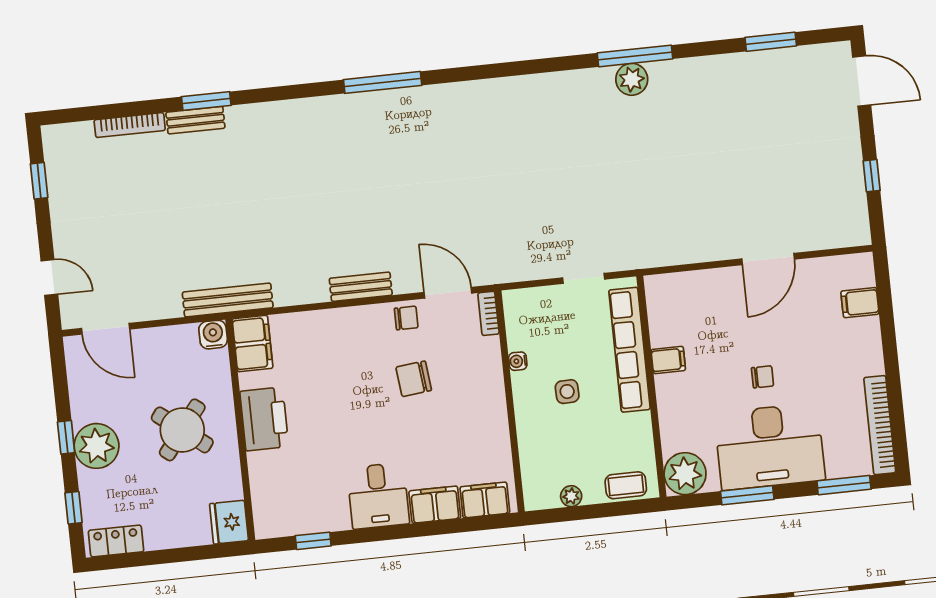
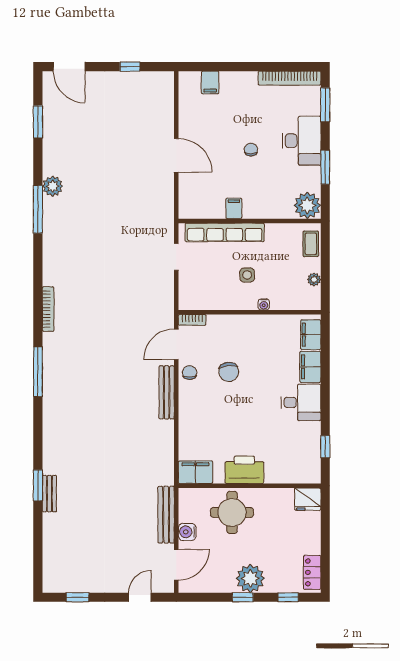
plant: (632, 79) -> (53, 186), moved
door: (862, 81) -> (69, 67), swing flipped
bookcase: (130, 125) -> (48, 309), moved
door: (768, 259) -> (176, 155), moved
bench: (361, 287) -> (167, 392), width x1.36
bench: (228, 300) -> (166, 515), moved
water cooler: (213, 335) -> (187, 532), moved
water cooler: (518, 361) -> (264, 304), moved
round table: (182, 430) -> (232, 512), moved, turned -38
desk: (770, 447) -> (302, 141), width x0.73, depth x0.77

